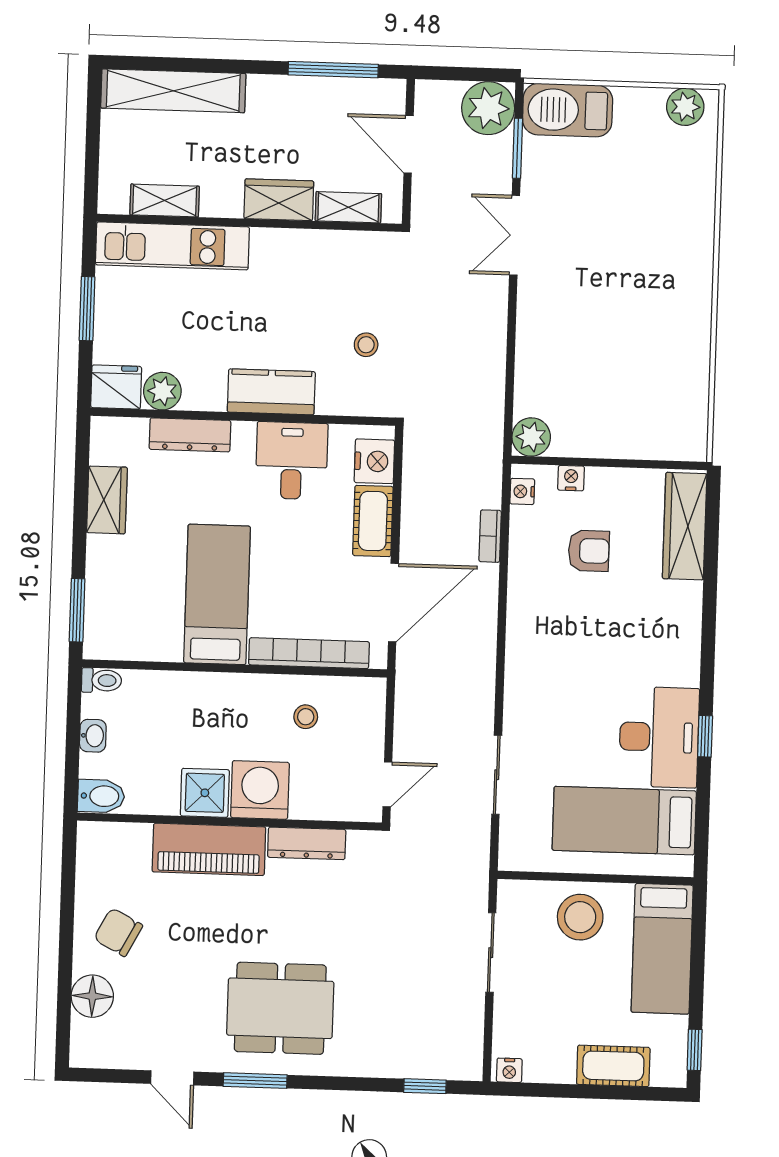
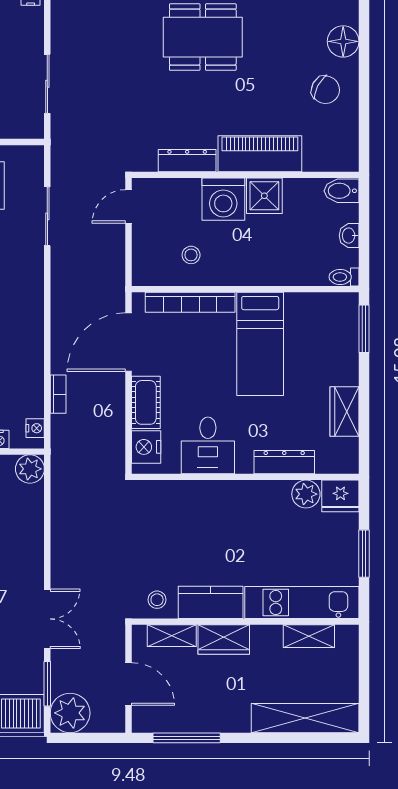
stool: (366, 345) -> (157, 600), moved
kitchen counter: (271, 392) -> (211, 602), moved, turned 180

